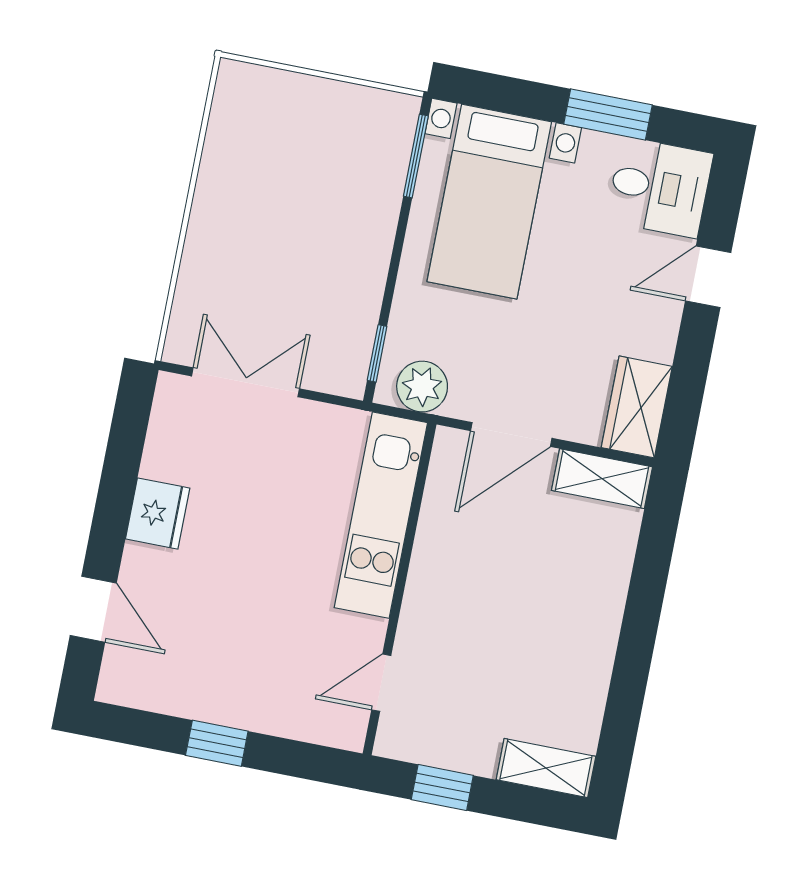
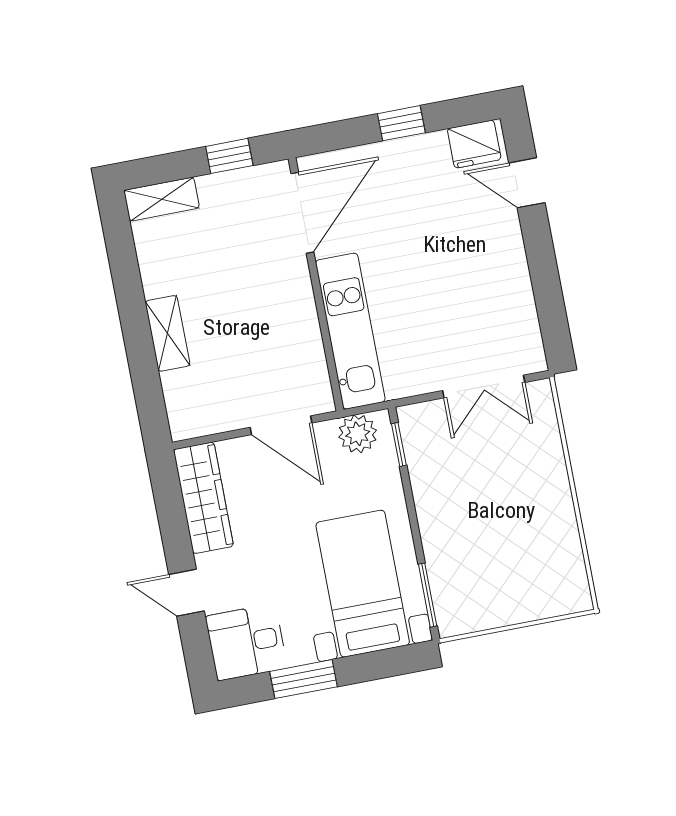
door: (708, 277) -> (186, 593), swing flipped
wardrobe: (637, 407) -> (203, 498), width x1.50
door: (511, 434) -> (281, 425), swing flipped
shelving: (602, 479) -> (168, 333), moved, turned 90
fridge: (158, 513) -> (474, 144), moved, turned -90
door: (381, 683) -> (302, 213), width x1.88

